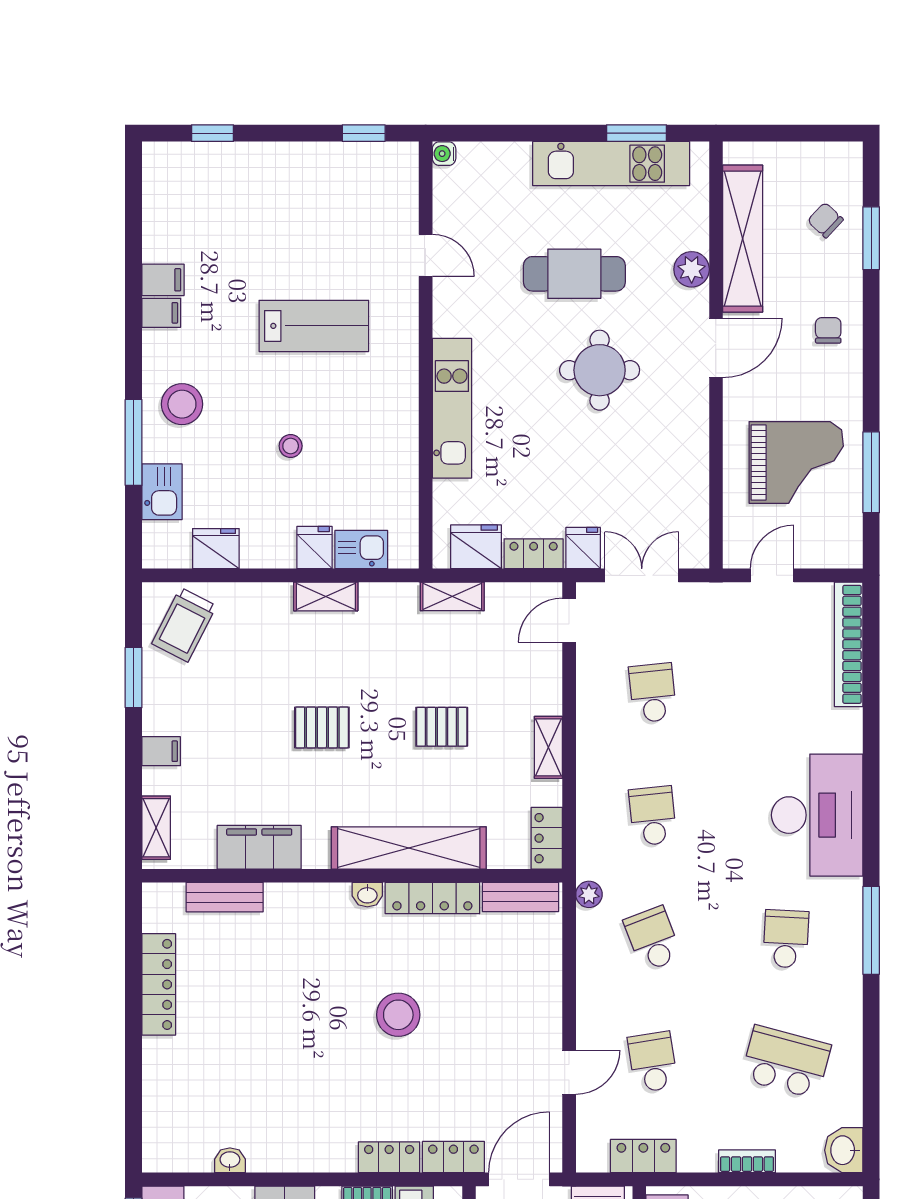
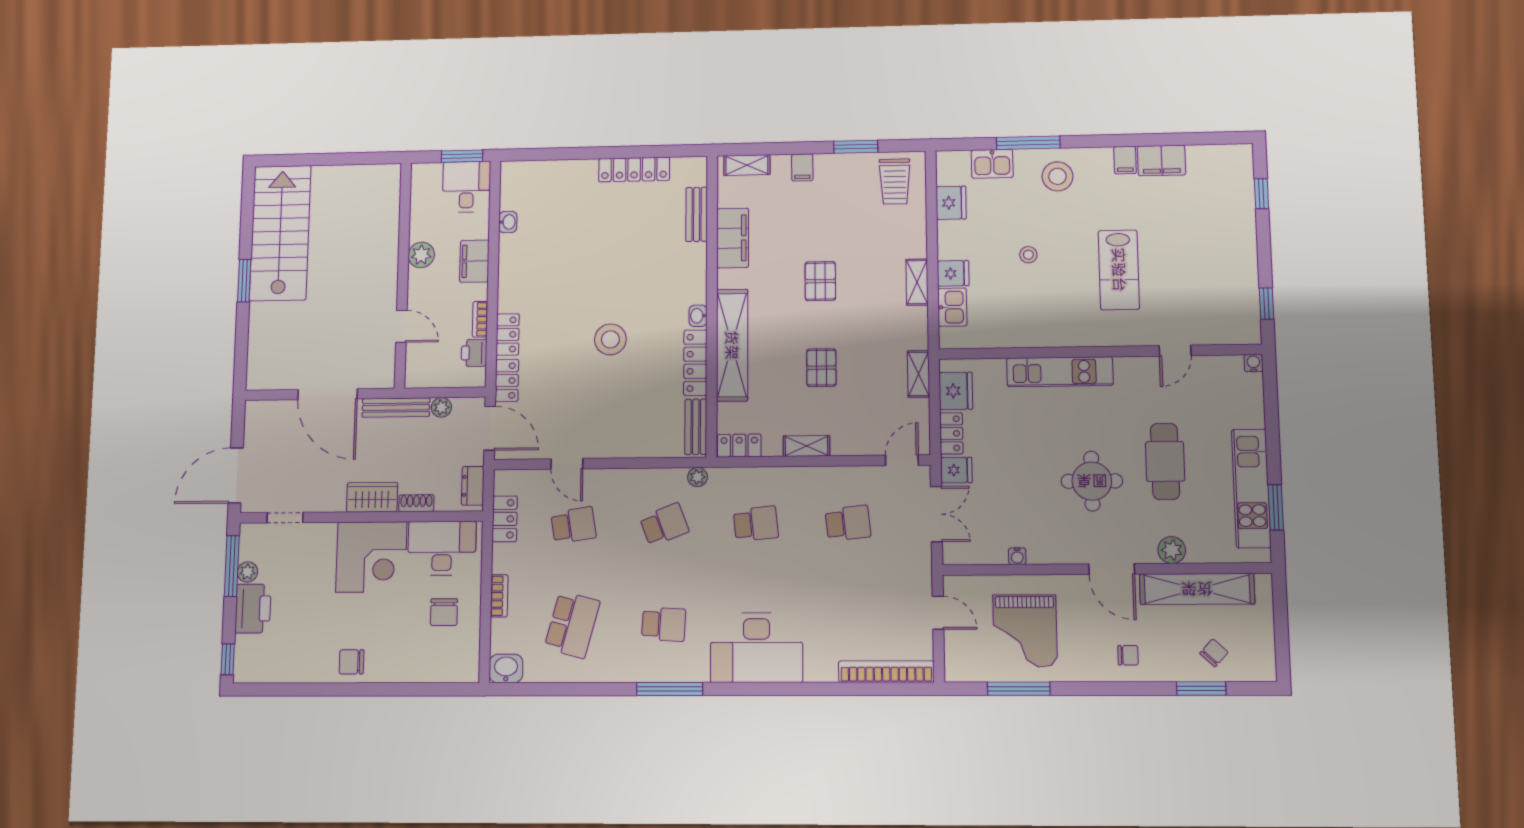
filing cabinet: (163, 280) -> (1161, 160), width x2.00
water cooler: (698, 470) -> (1017, 556), added
door: (569, 620) -> (902, 460), hinge flipped
trolley: (184, 625) -> (895, 181), turned -117

